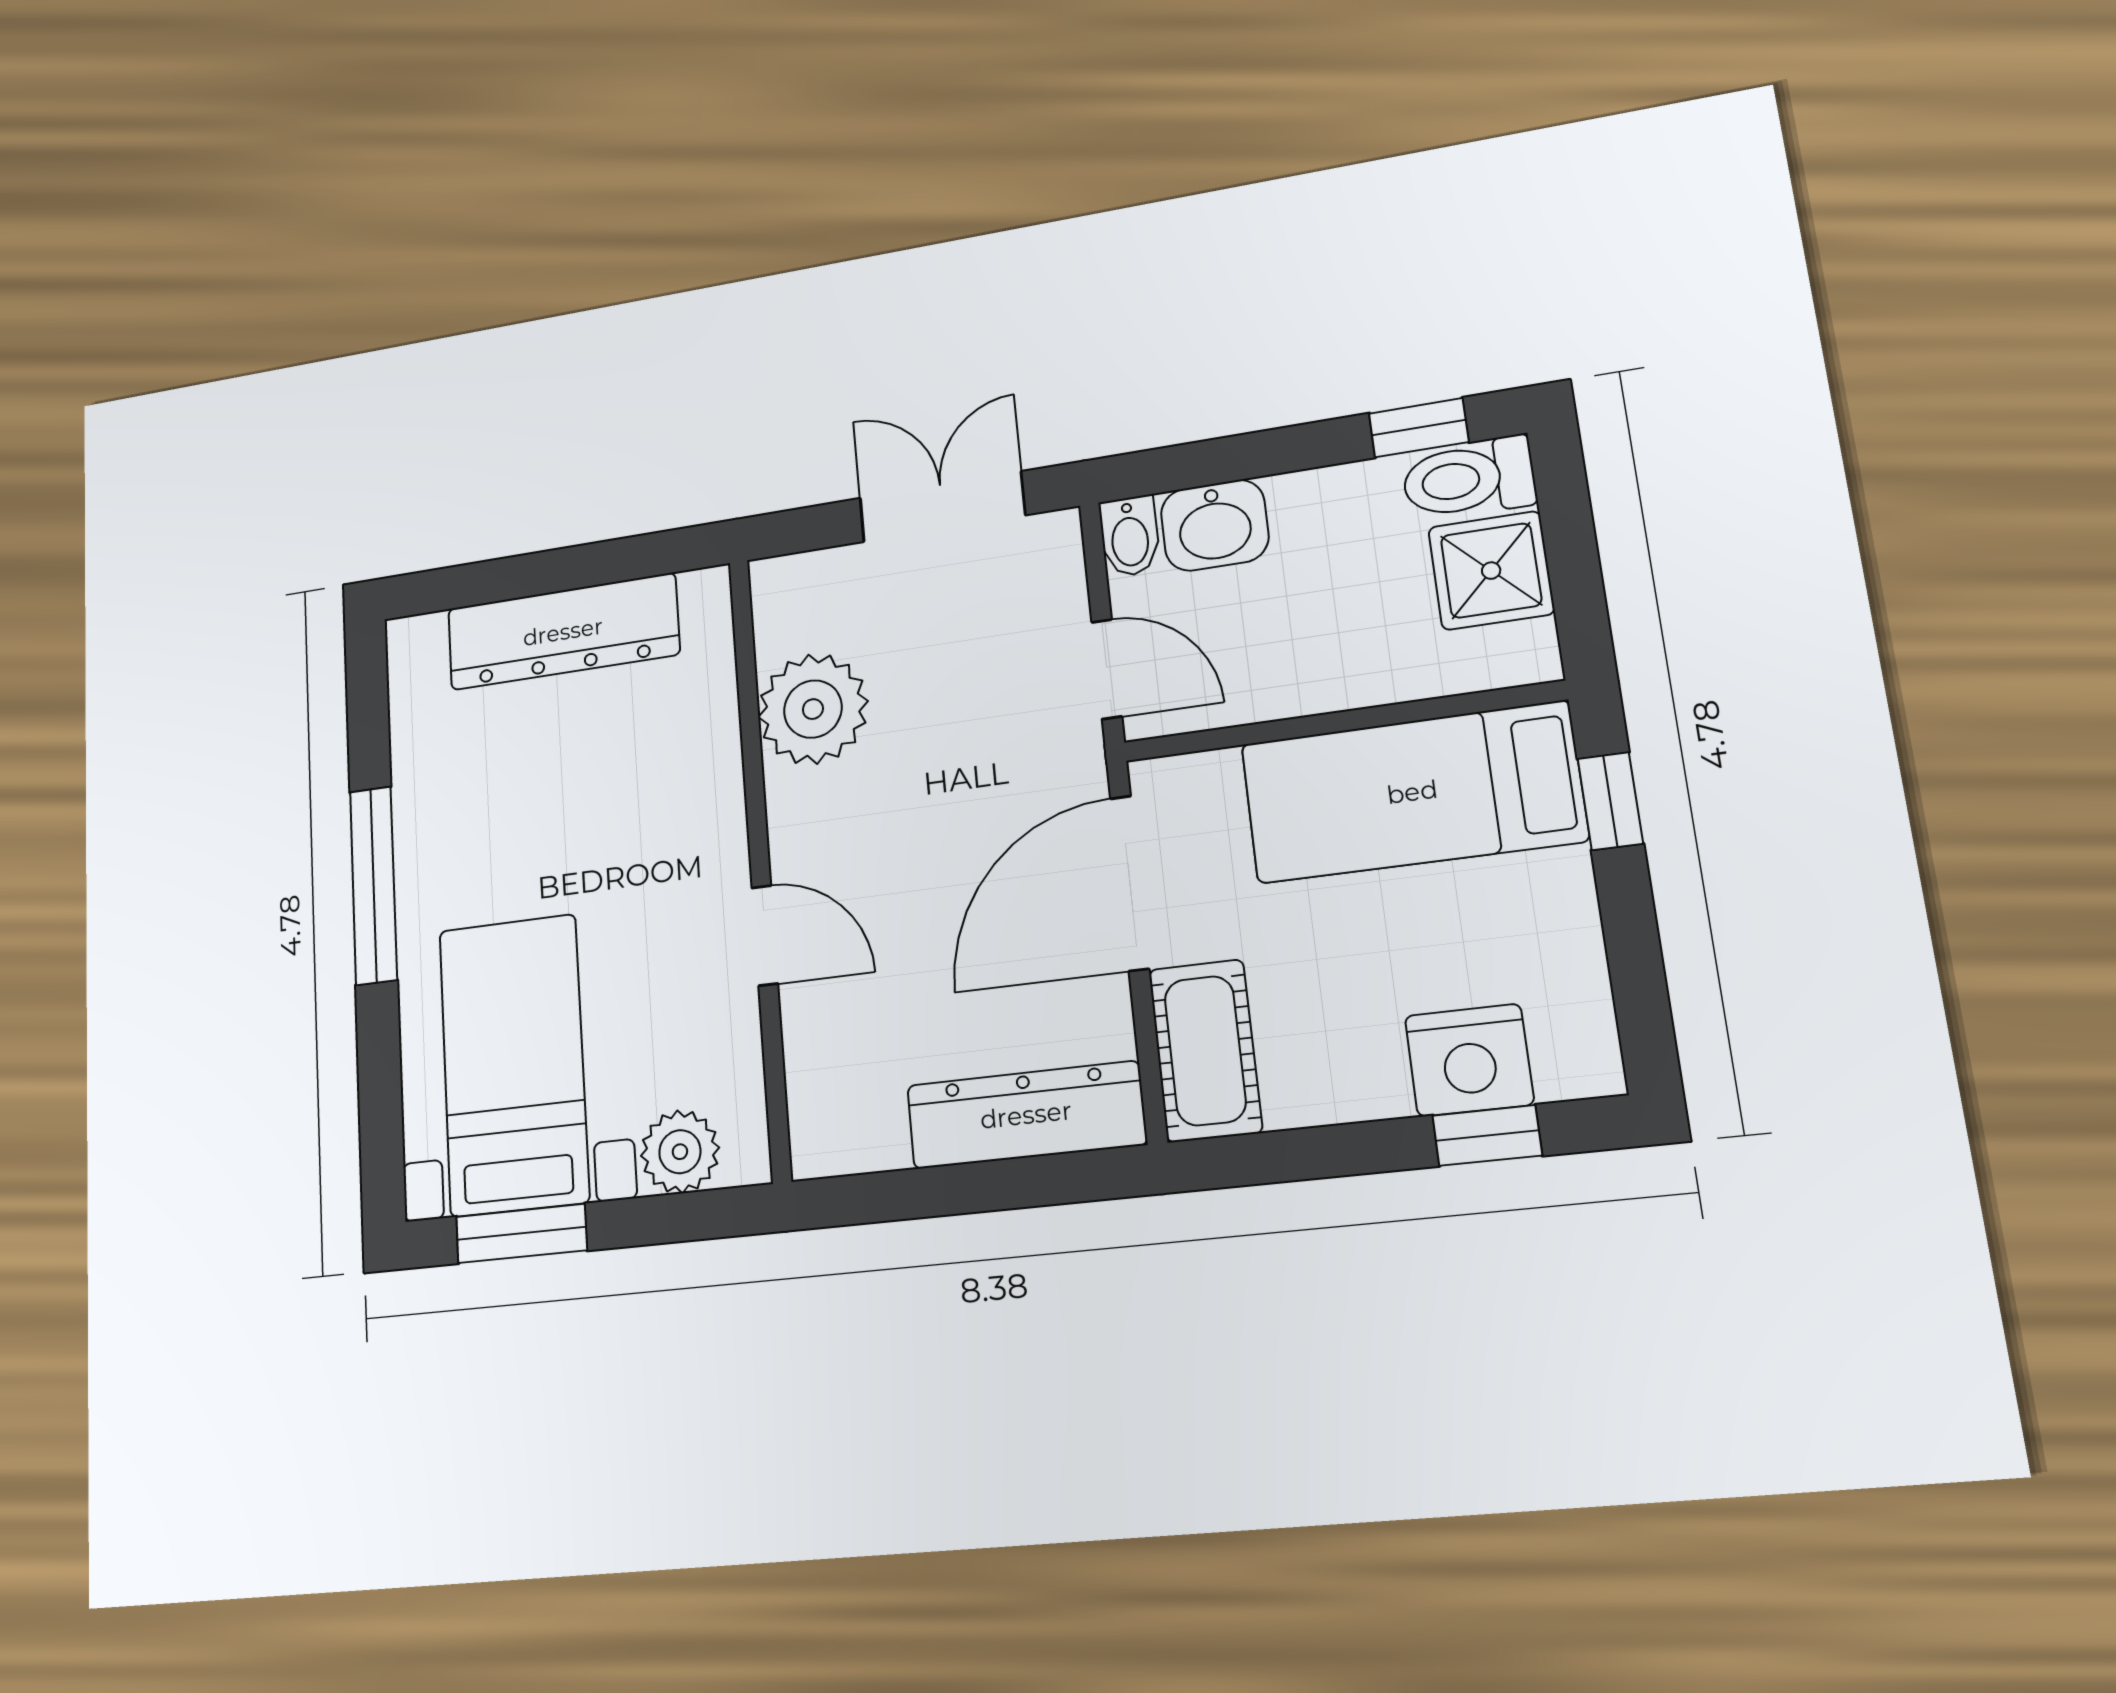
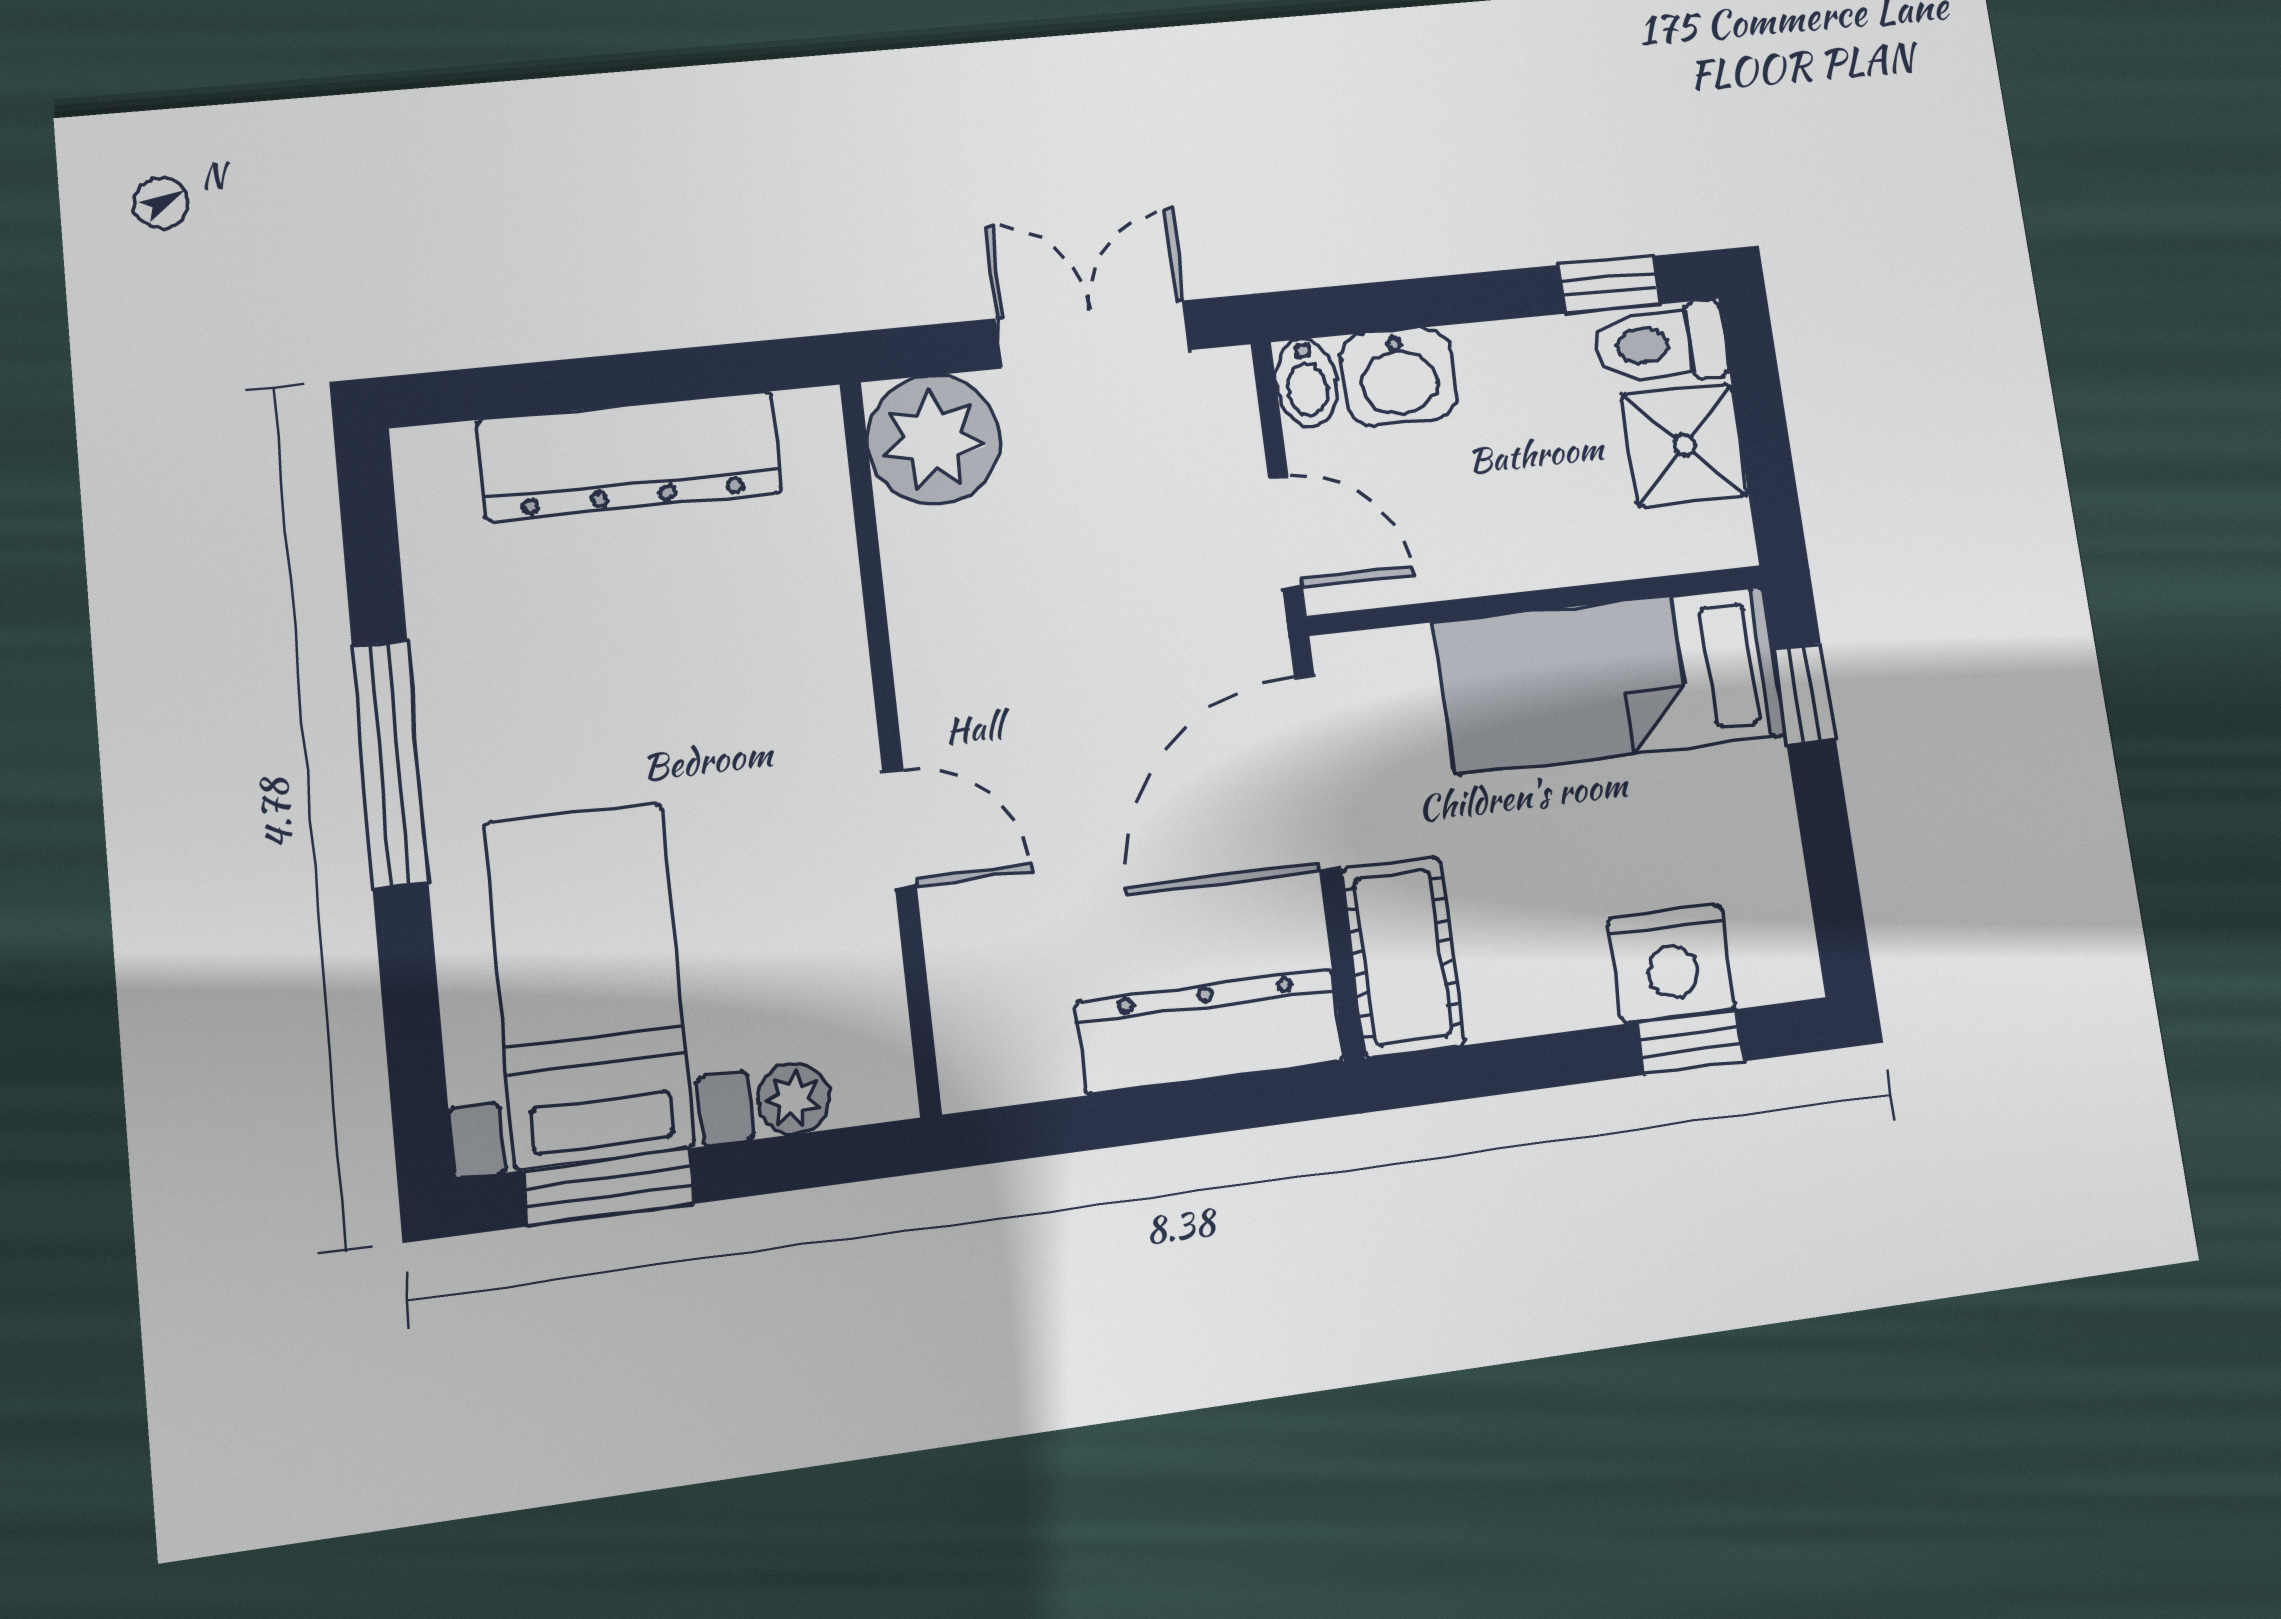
plant: (813, 709) -> (934, 440), moved
plant: (680, 1152) -> (793, 1099), width x0.73, depth x0.73

